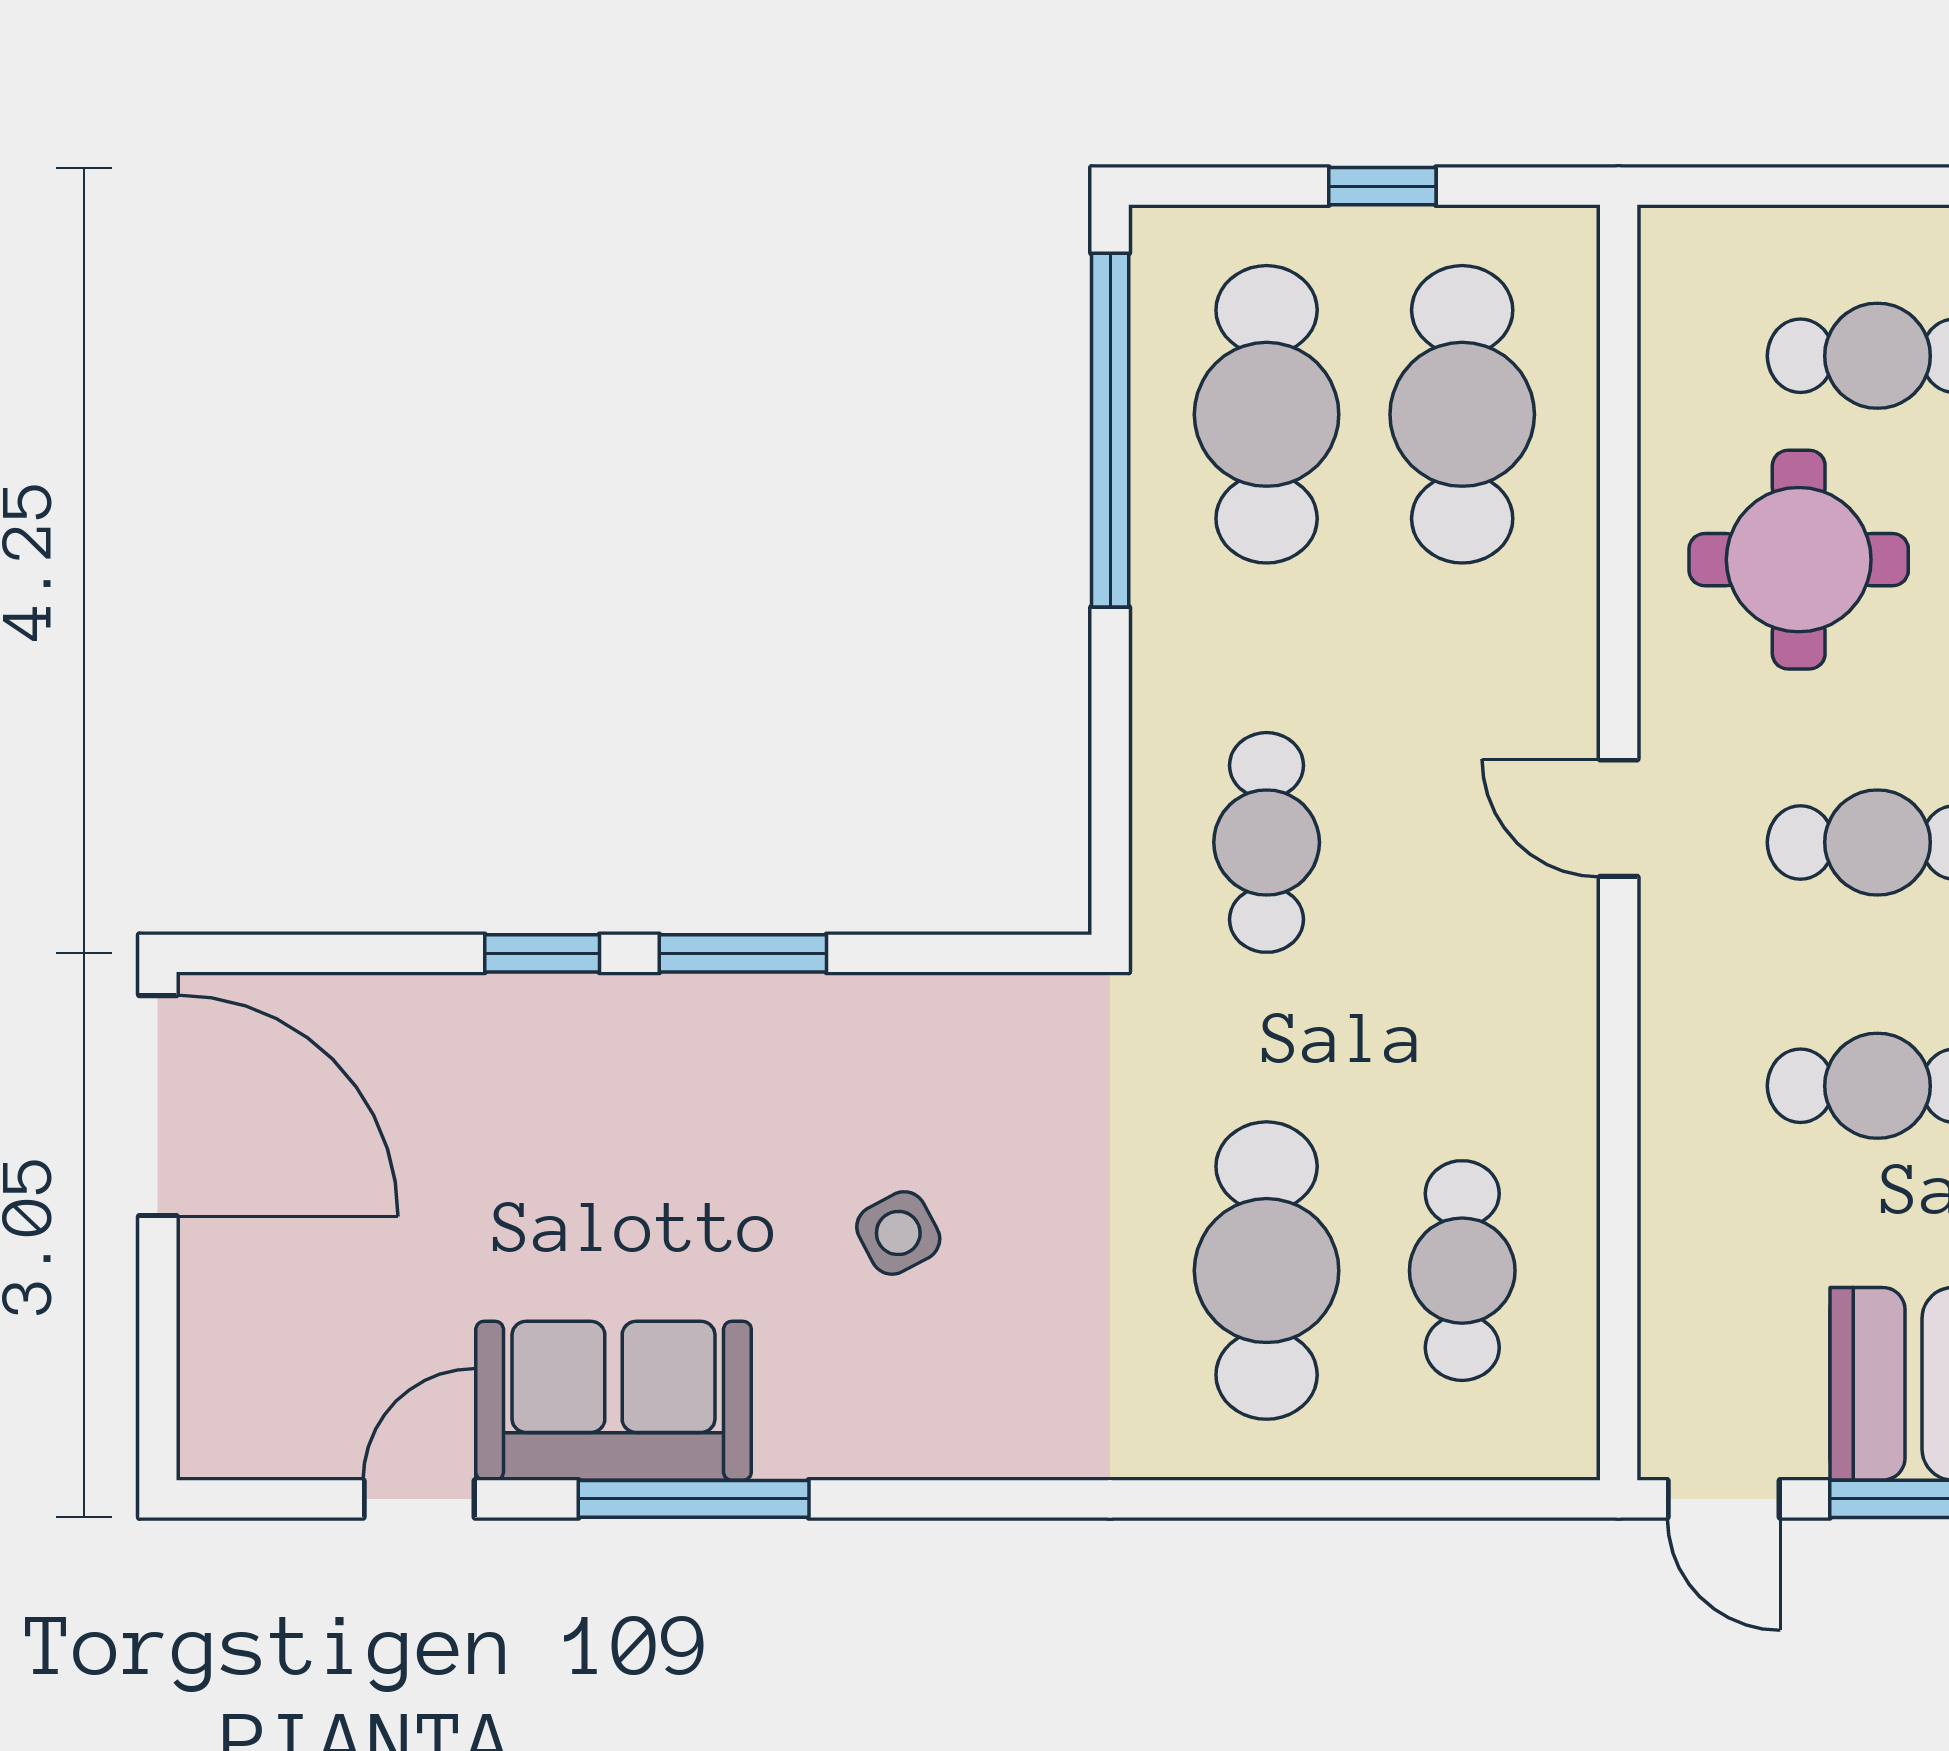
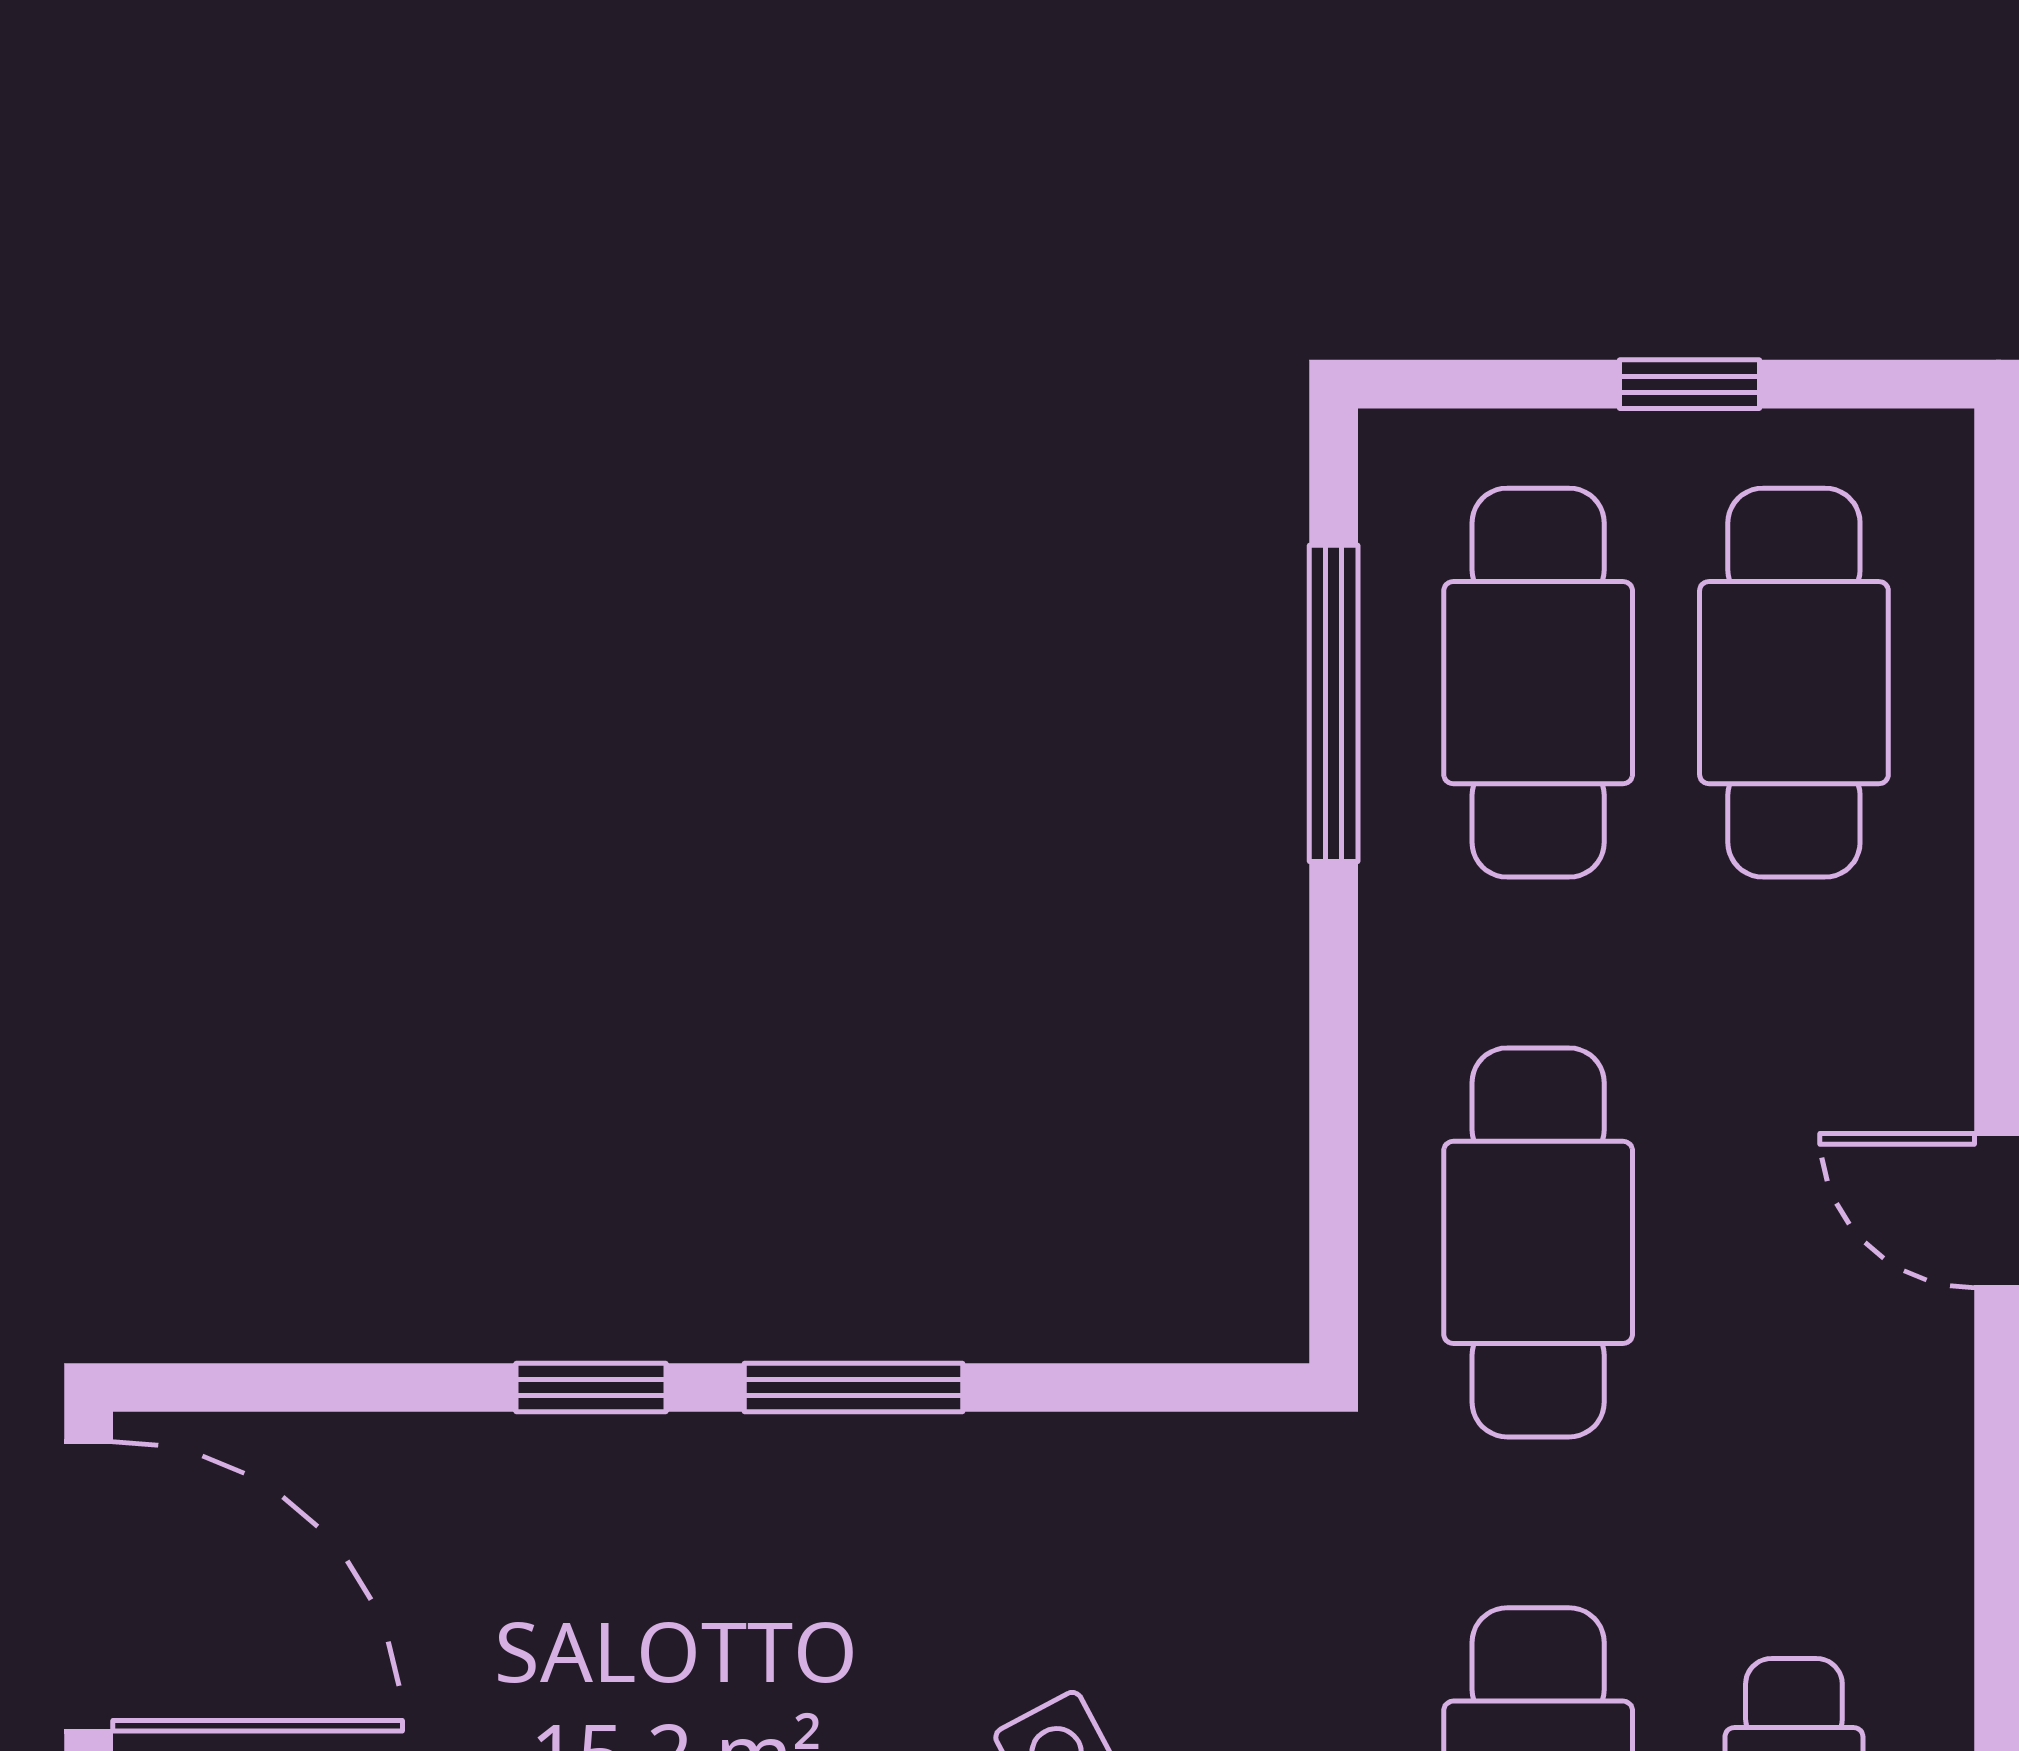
window: (1110, 430) -> (1334, 703), width x0.68
cafe table: (1267, 842) -> (1538, 1242), width x1.37, depth x1.35

